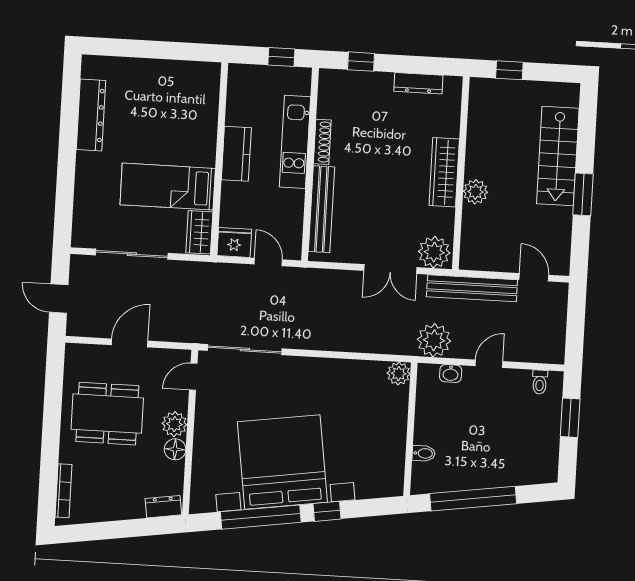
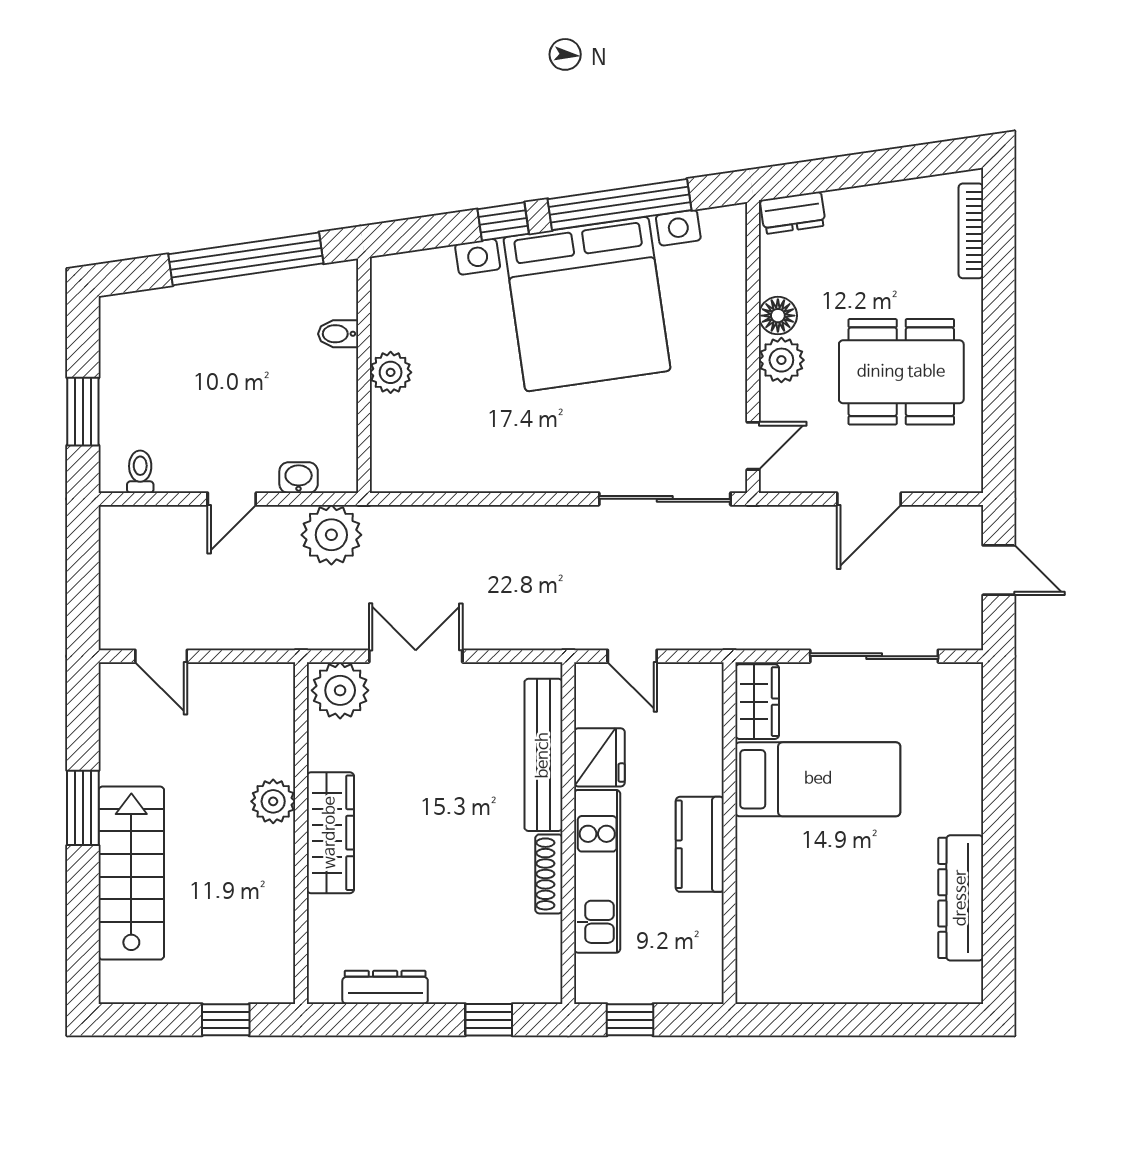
fridge: (234, 242) -> (599, 757), moved, turned -90
bench: (472, 288) -> (269, 630), removed
plant: (399, 374) -> (391, 372), moved

